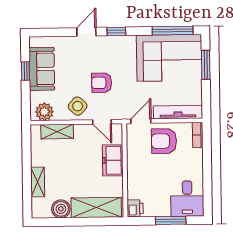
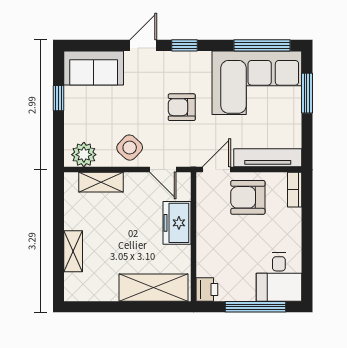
sofa: (42, 69) -> (94, 68), moved, turned 90
armchair: (102, 83) -> (182, 107), moved
boiler: (61, 209) -> (105, 289), removed
window: (171, 220) -> (256, 307), width x1.44

